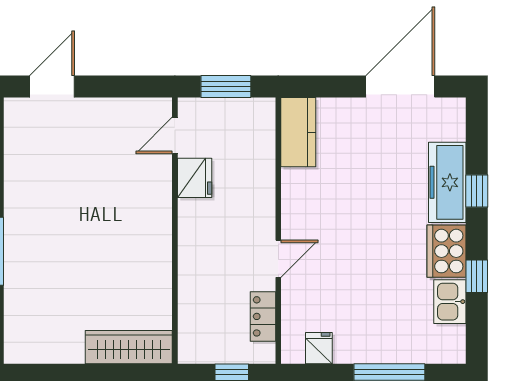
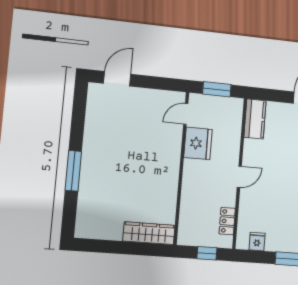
fridge: (195, 178) -> (198, 143), width x1.36, depth x1.34
door: (278, 259) -> (239, 177), moved

